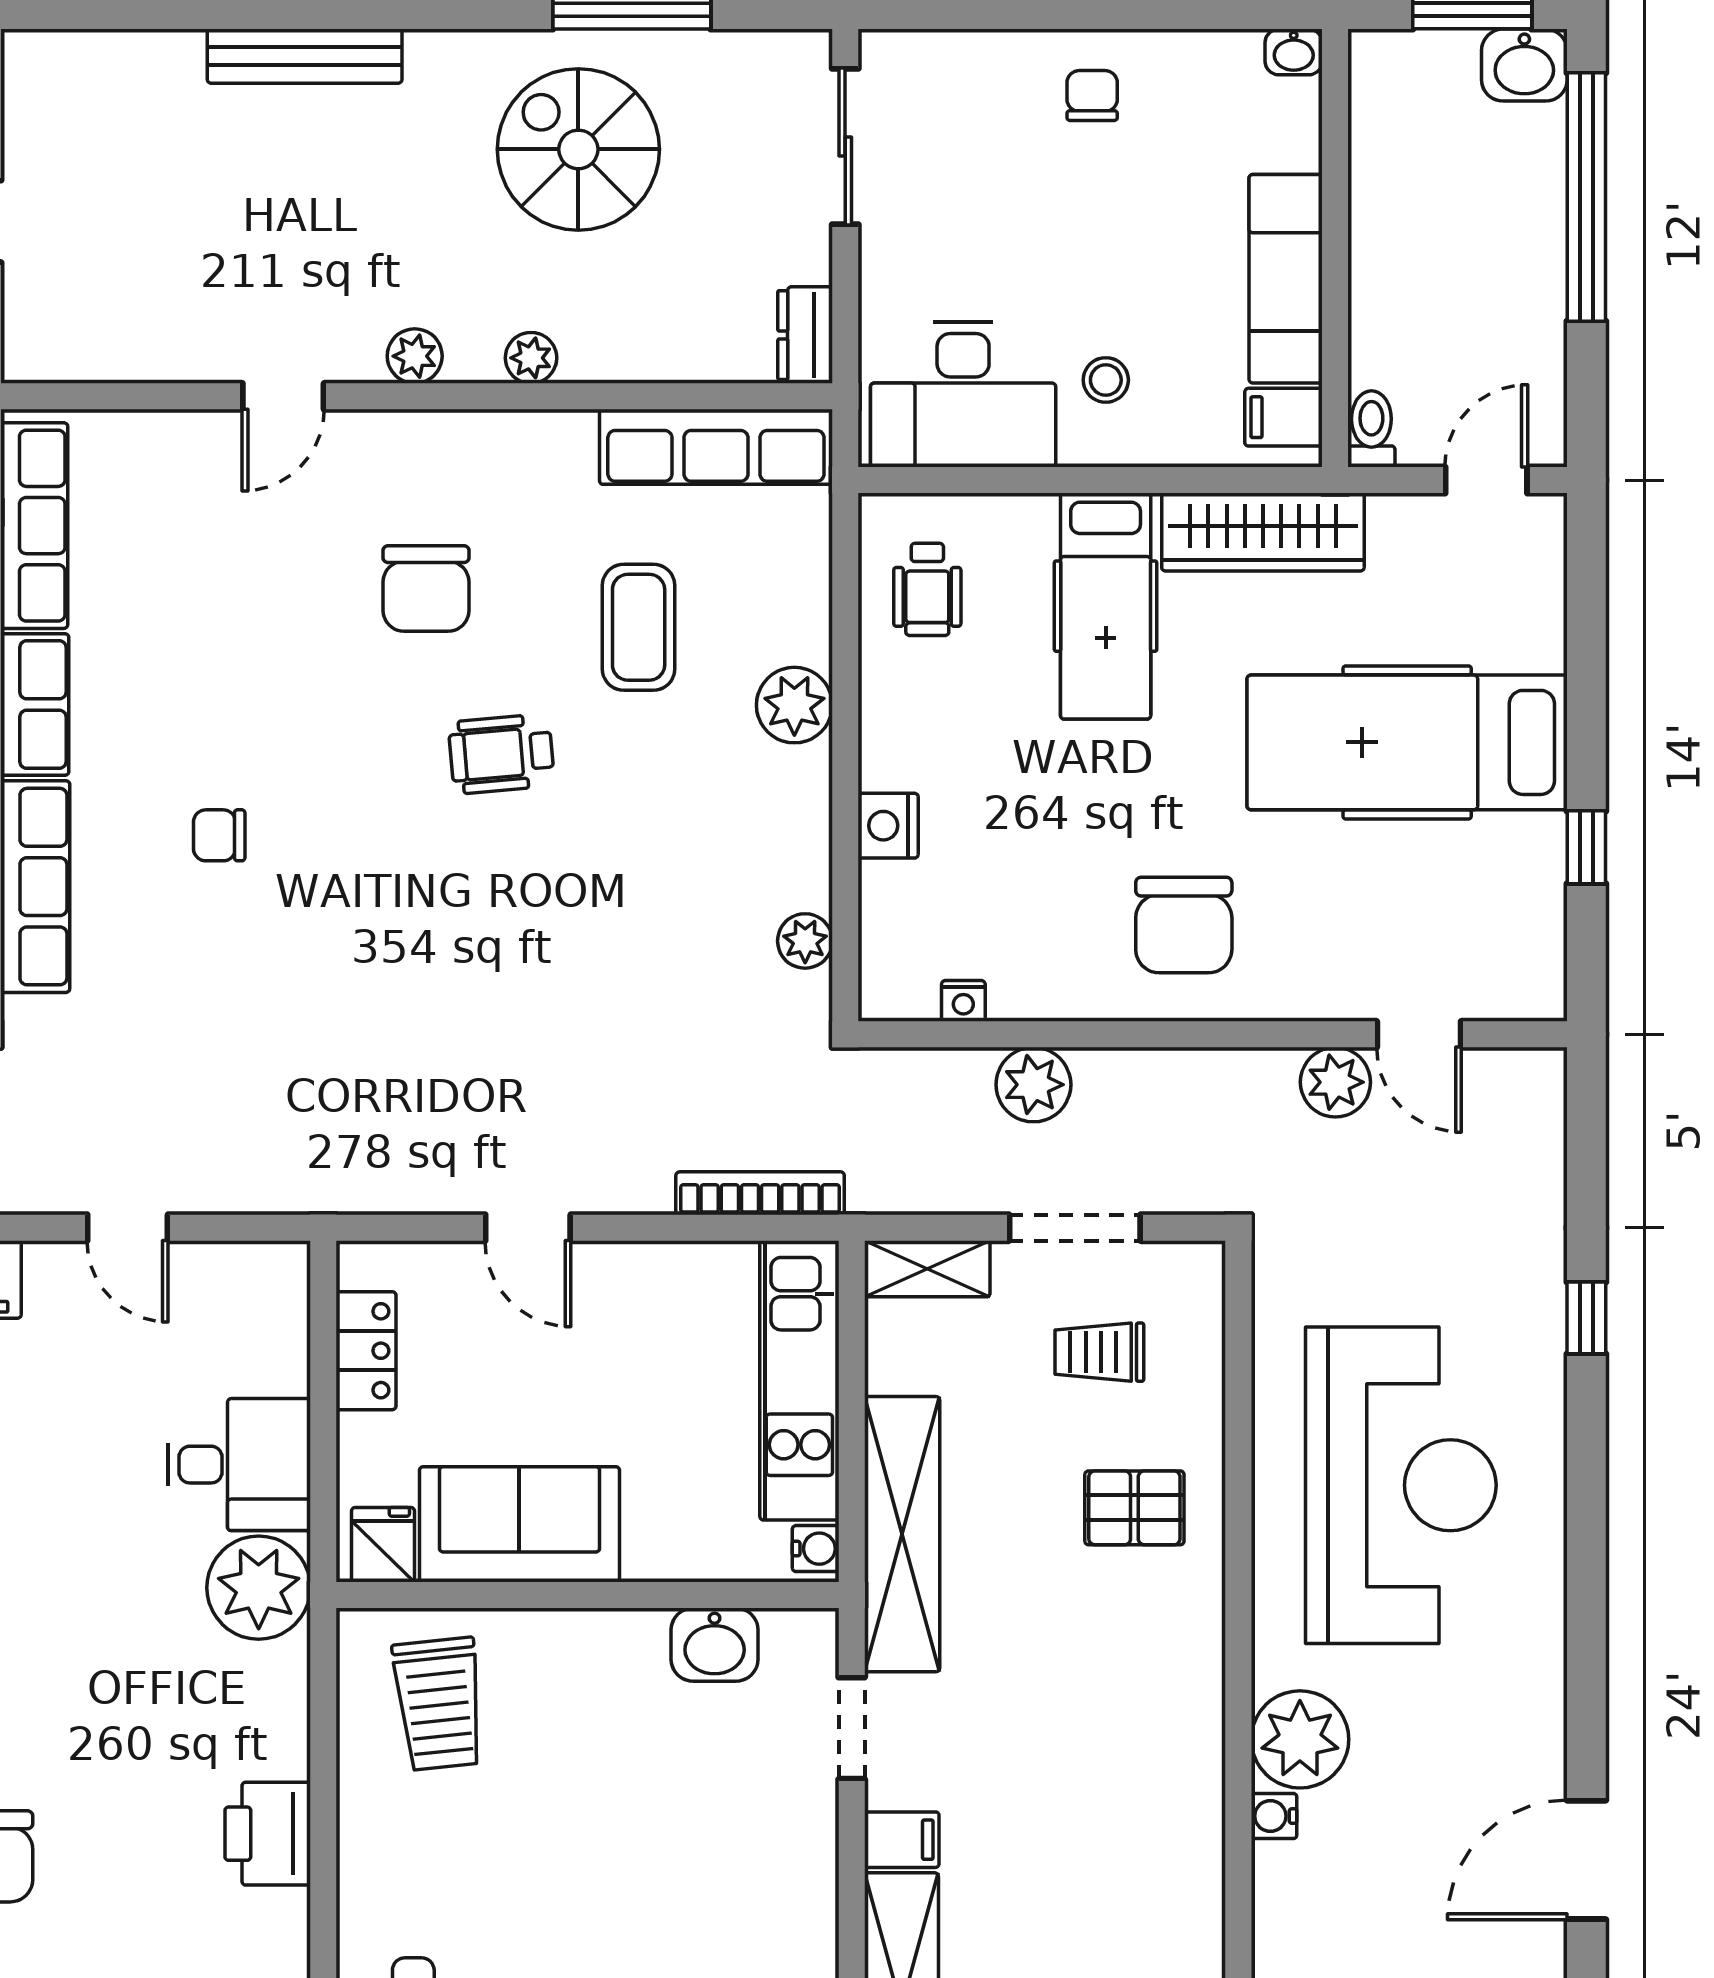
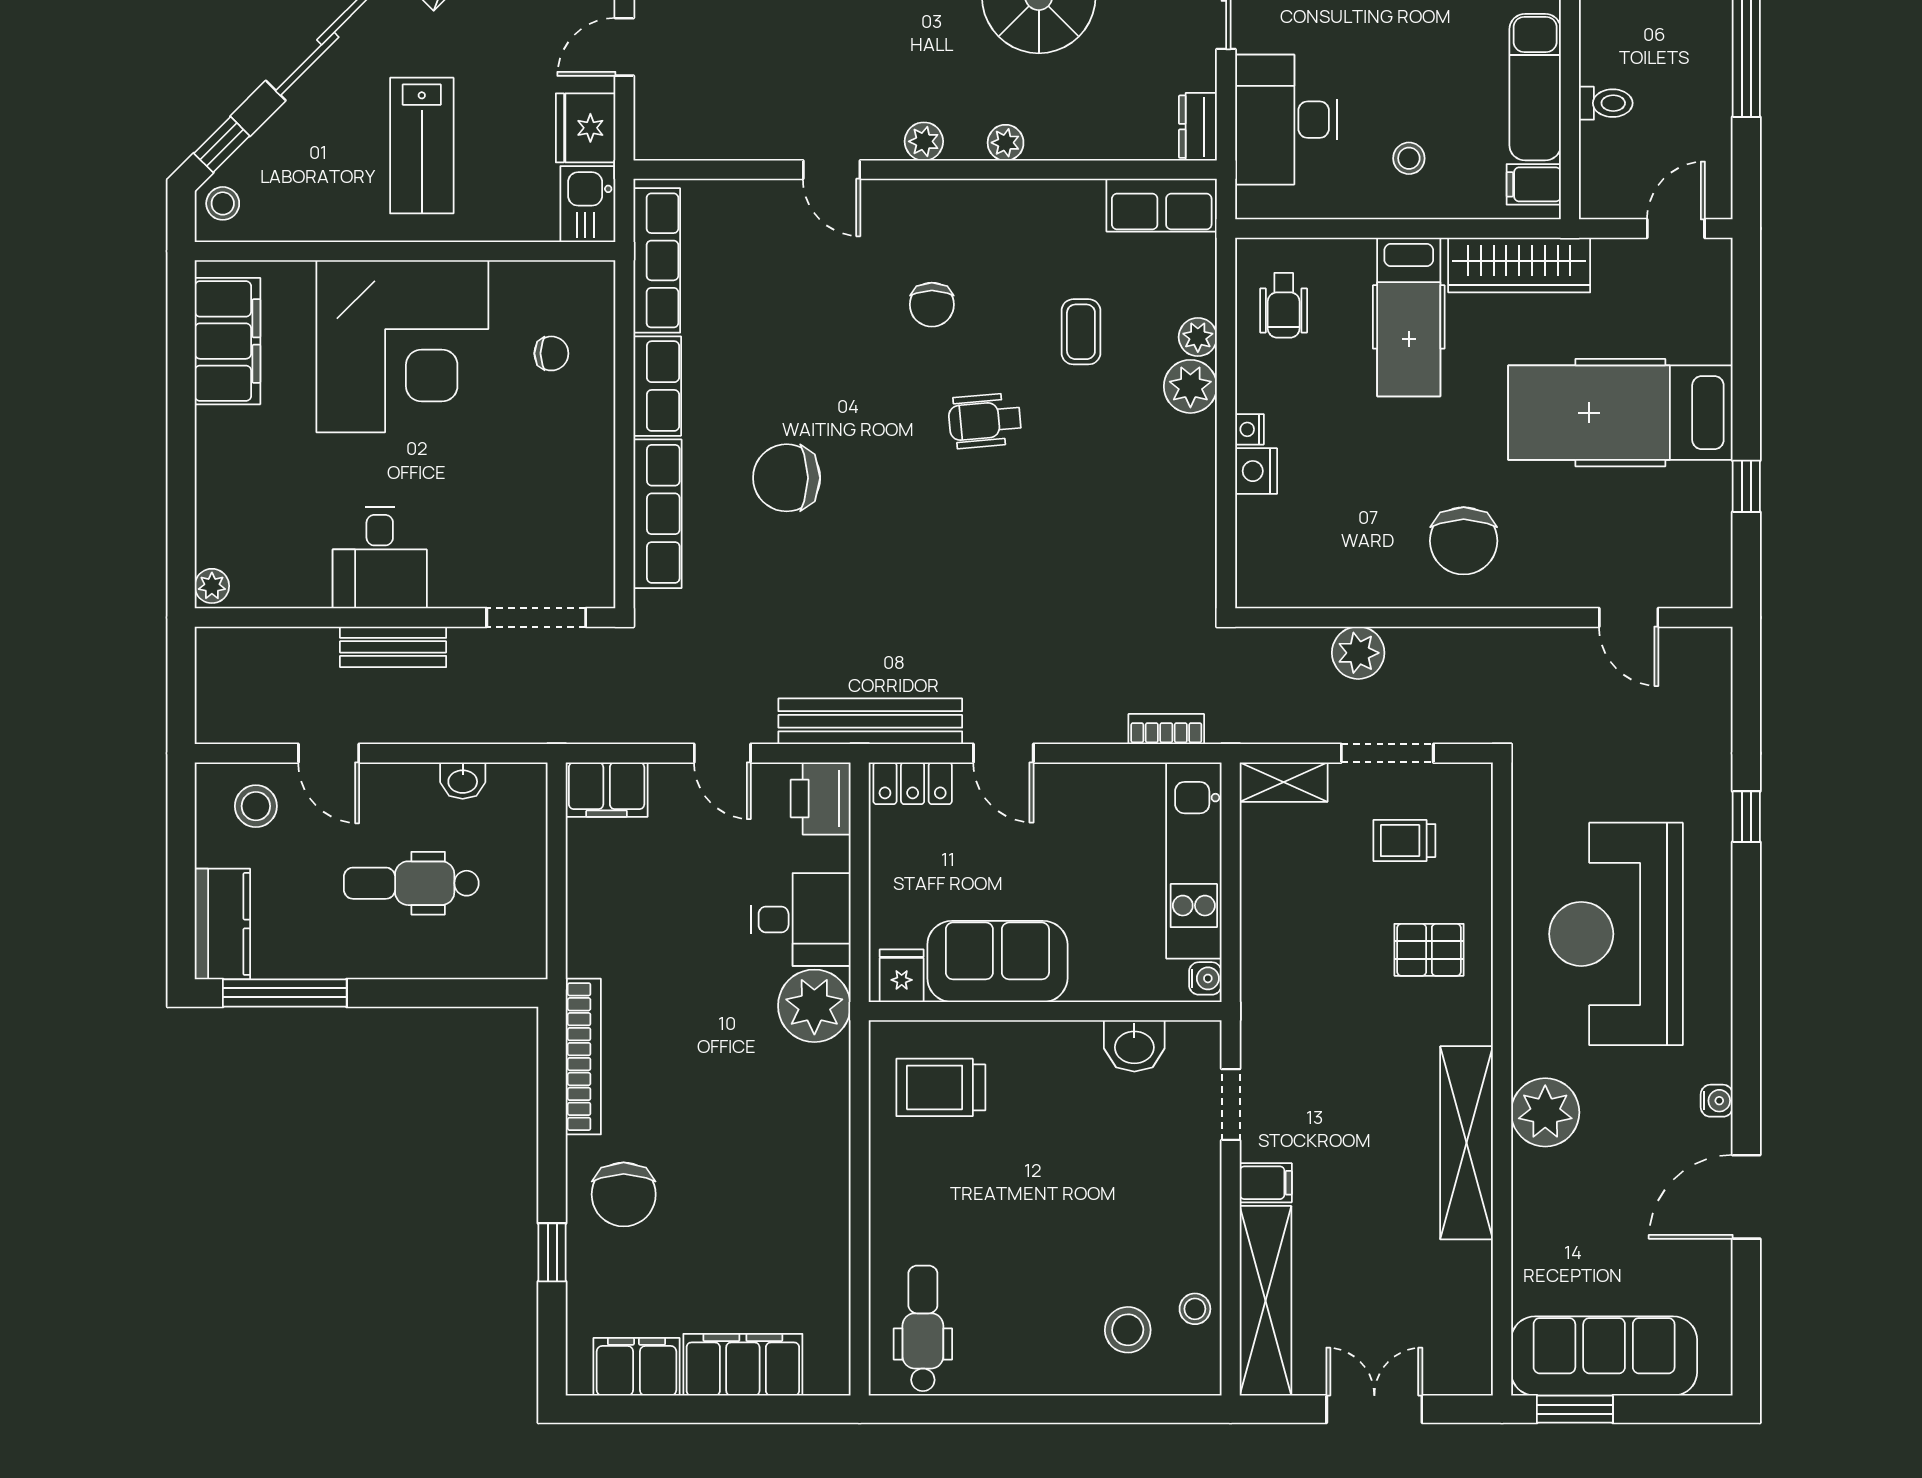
desk: (963, 395) -> (1286, 120), moved, turned 90
door: (283, 396) -> (832, 170), hinge flipped
toilet: (1371, 429) -> (1606, 103), moved, turned 90
row of seats: (716, 447) -> (1162, 205), width x0.68
chair: (426, 588) -> (932, 305), width x0.73, depth x0.73
coffee table: (639, 627) -> (1081, 332), width x0.73, depth x0.77
chair: (219, 835) -> (787, 478), width x1.87, depth x1.87
plant: (805, 941) -> (1198, 337), moved
nightstand: (963, 1001) -> (1249, 429), moved, turned 90
plant: (1335, 1082) -> (1570, 651), removed
bench: (338, 1182) -> (870, 721), added
bookcase: (760, 1193) -> (1166, 729), width x0.64
locker: (366, 1351) -> (913, 783), moved, turned 90
reception desk: (1401, 1485) -> (1616, 934), turned 180
shelving: (902, 1534) -> (1467, 1143), moved
trolley: (439, 1704) -> (941, 1087), turned 96
water cooler: (1274, 1816) -> (1717, 1101), moved, turned 180
printer: (268, 1834) -> (821, 798), moved

